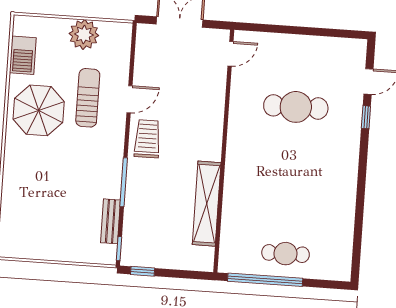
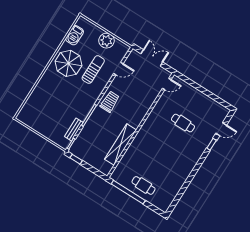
door: (129, 99) -> (118, 69), moved
cafe table: (296, 107) -> (183, 123), width x0.73, depth x0.74

